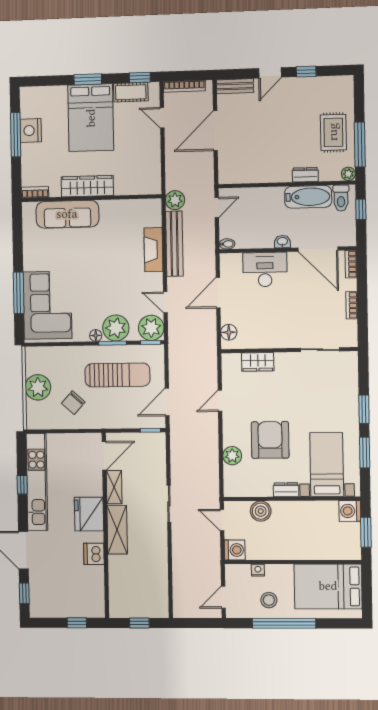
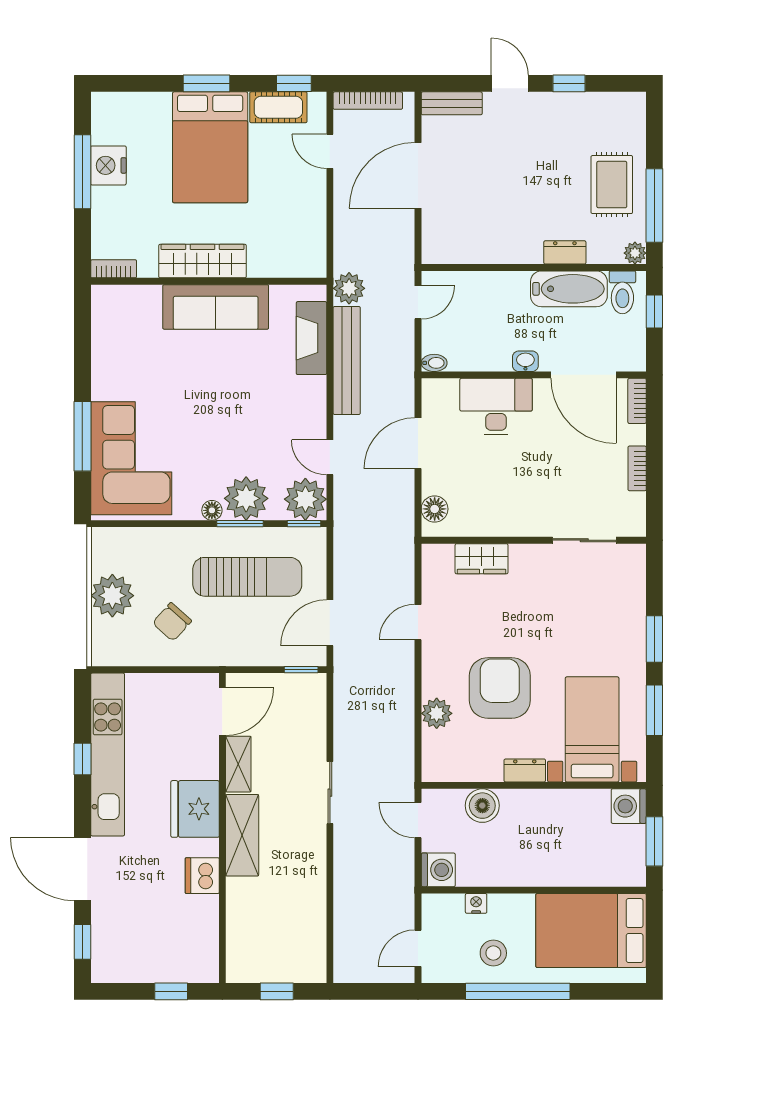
door: (270, 73) -> (510, 83), swing flipped
sofa: (67, 214) -> (216, 307), moved
fireplace: (153, 250) -> (311, 338), moved

